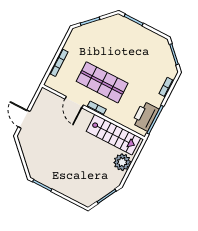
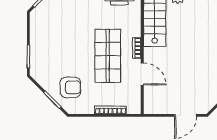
armchair: (93, 40) -> (70, 87), added
door: (74, 102) -> (142, 74), hinge flipped

